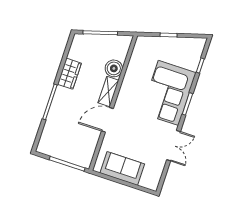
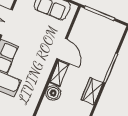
door: (107, 120) -> (62, 49), hinge flipped

